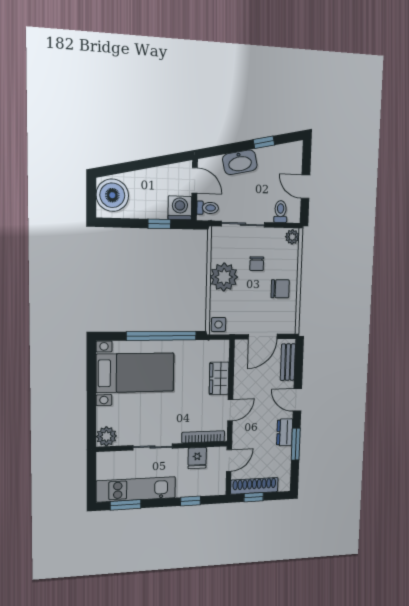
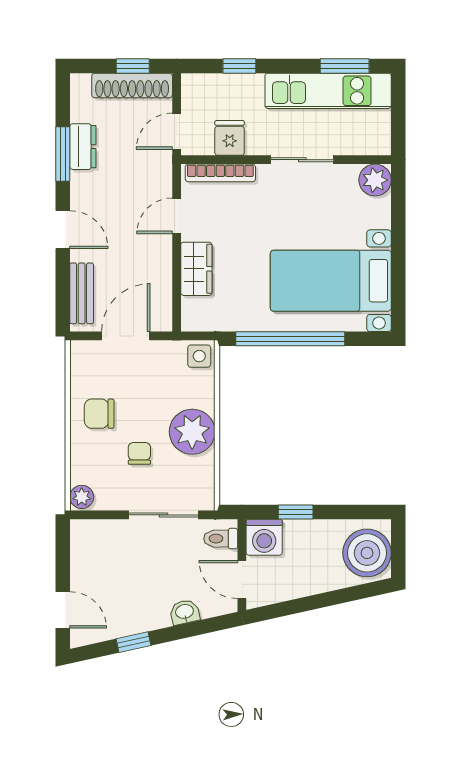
washbasin: (240, 162) -> (185, 612), width x0.52, depth x0.69
door: (305, 187) -> (63, 610), moved
toilet: (280, 212) -> (103, 536), removed
dresser: (285, 432) -> (83, 147), moved

